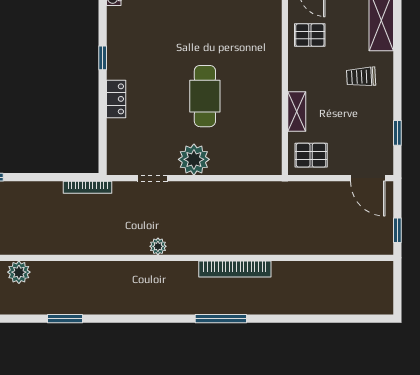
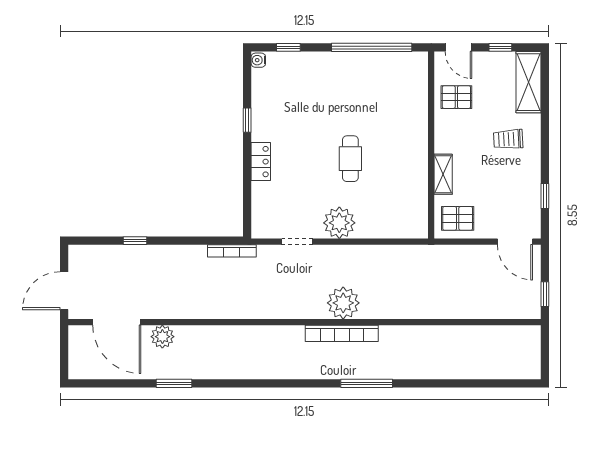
cafe table: (205, 96) -> (350, 159), width x0.73, depth x0.74
plant: (158, 246) -> (343, 303), moved, width x1.88, depth x1.88
bookcase: (235, 269) -> (342, 333), moved
window: (65, 319) -> (174, 383), moved

